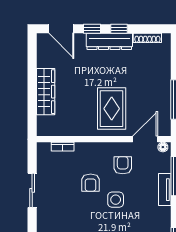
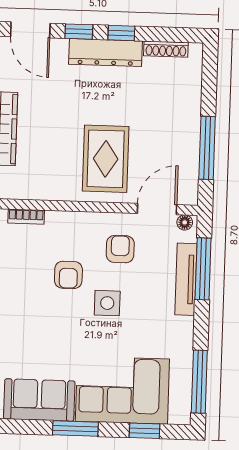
tv unit: (165, 190) -> (186, 279), width x1.41

